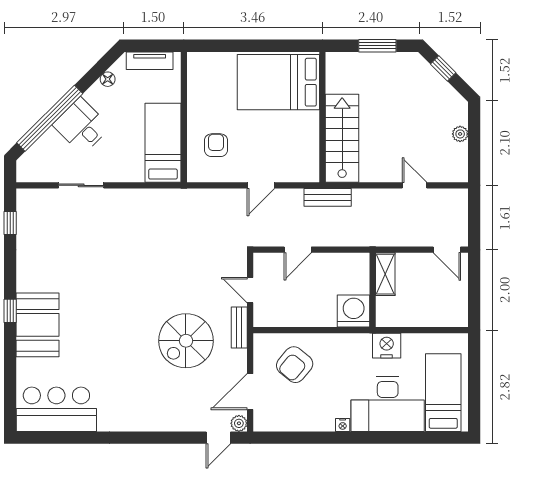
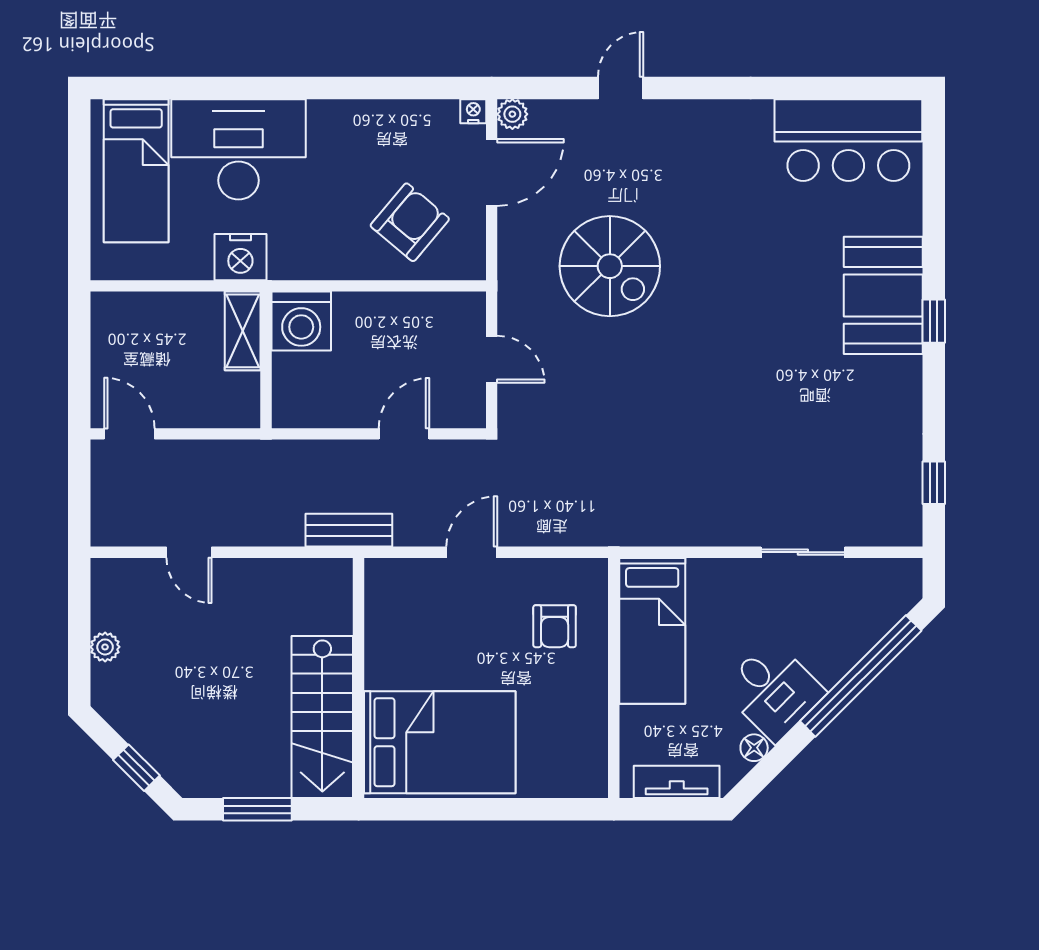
desk: (81, 126) -> (773, 691), moved
stairs: (342, 138) -> (322, 717), moved
shelving: (385, 274) -> (243, 331), moved
bench: (239, 327) -> (512, 291), removed
spiral stairs: (186, 341) -> (610, 266), turned 90
nightstand: (343, 425) -> (473, 111), moved
door: (218, 438) -> (621, 88), moved

